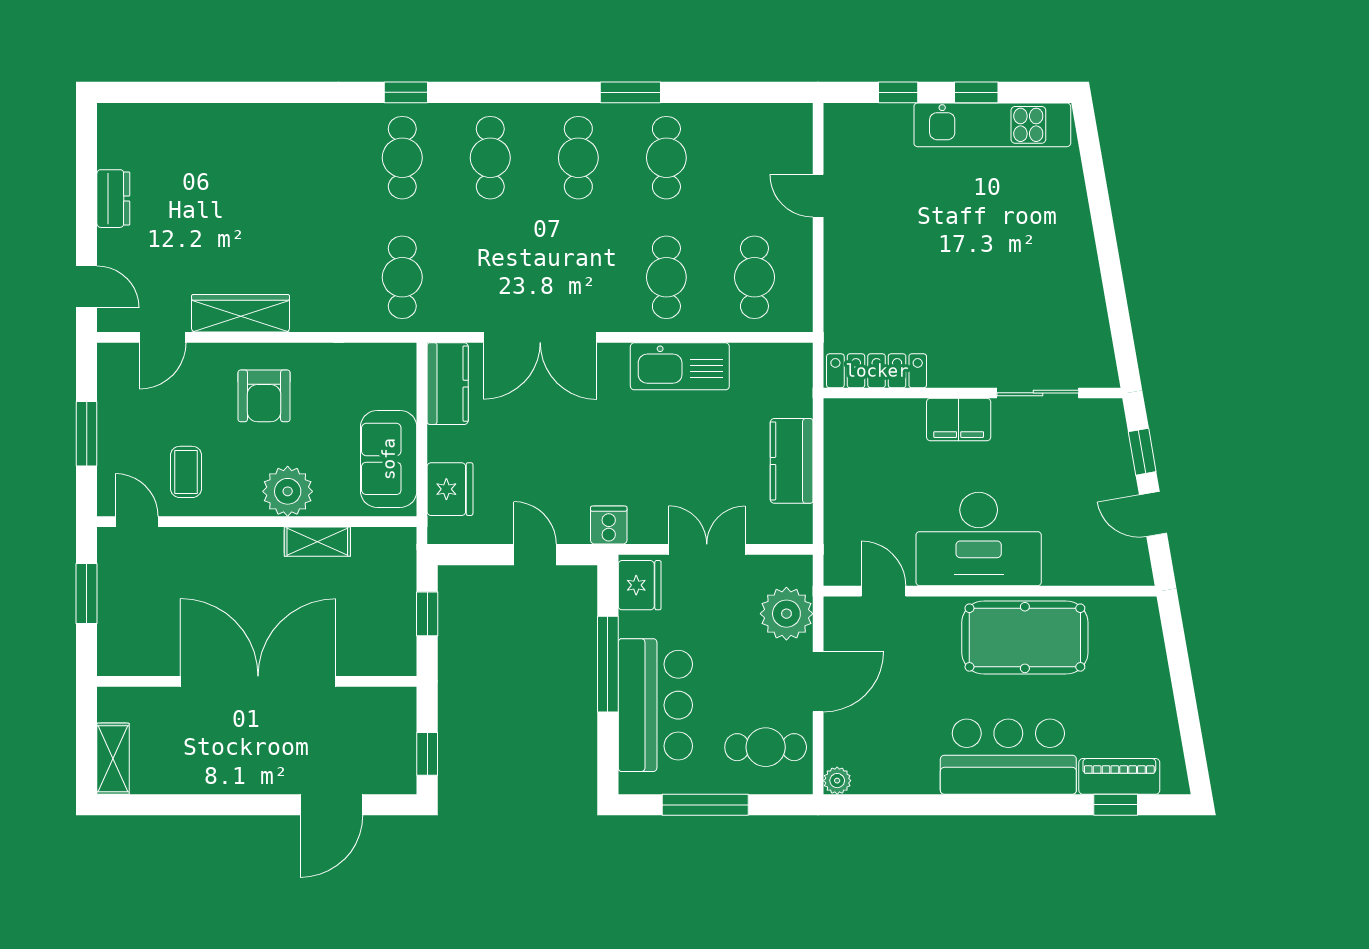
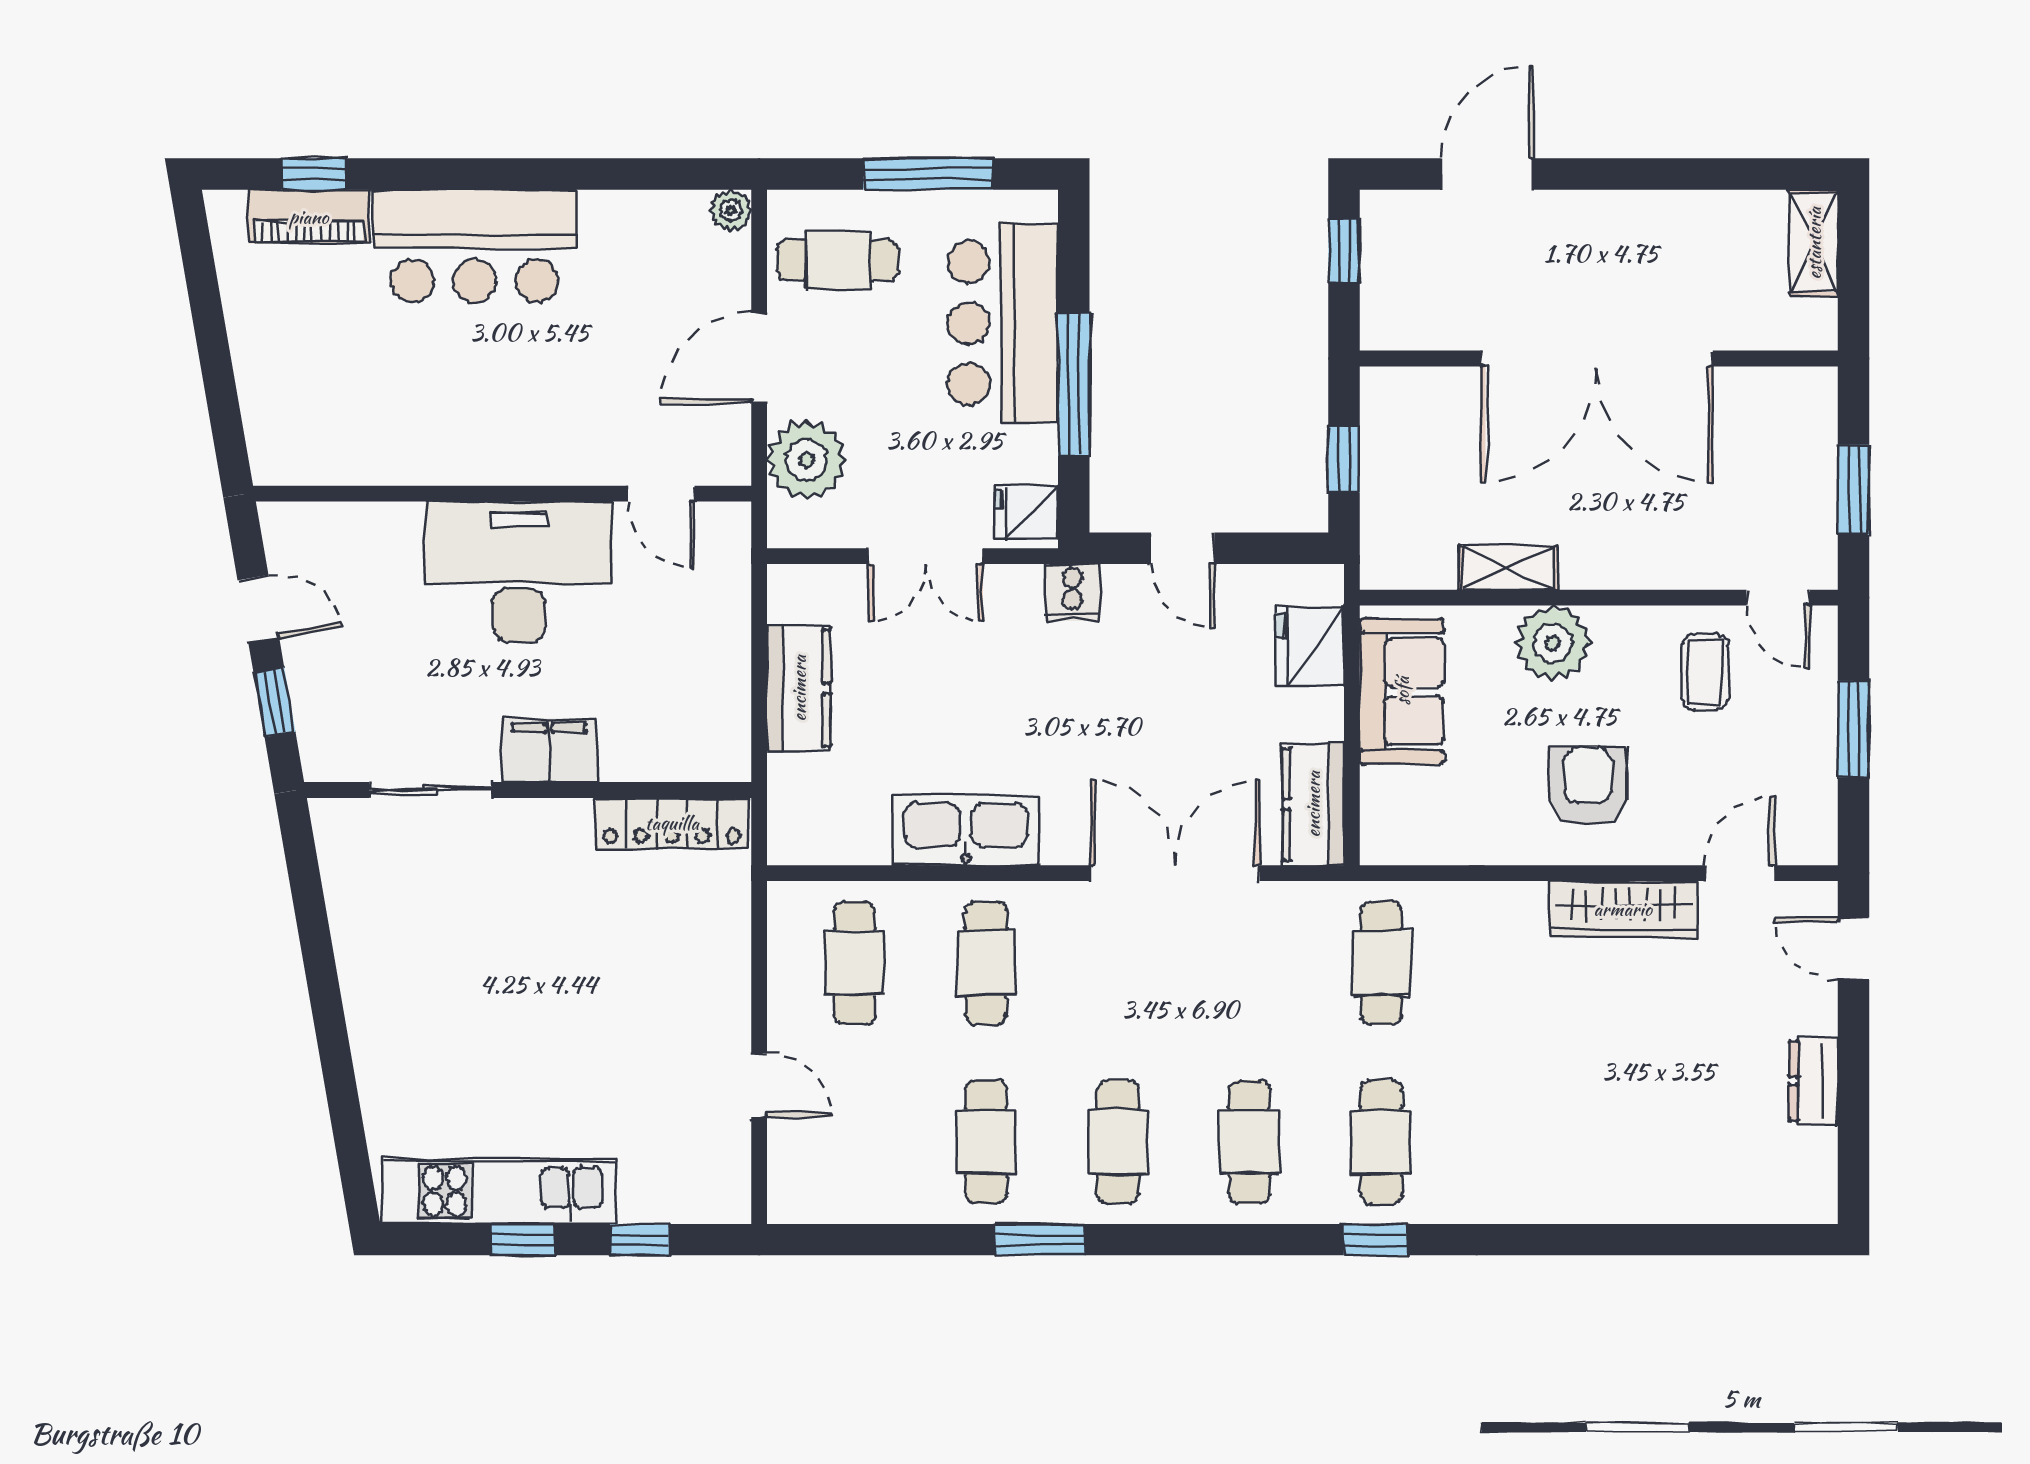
fridge: (640, 585) -> (1026, 513), width x0.72
pool table: (1025, 638) -> (450, 424), removed

